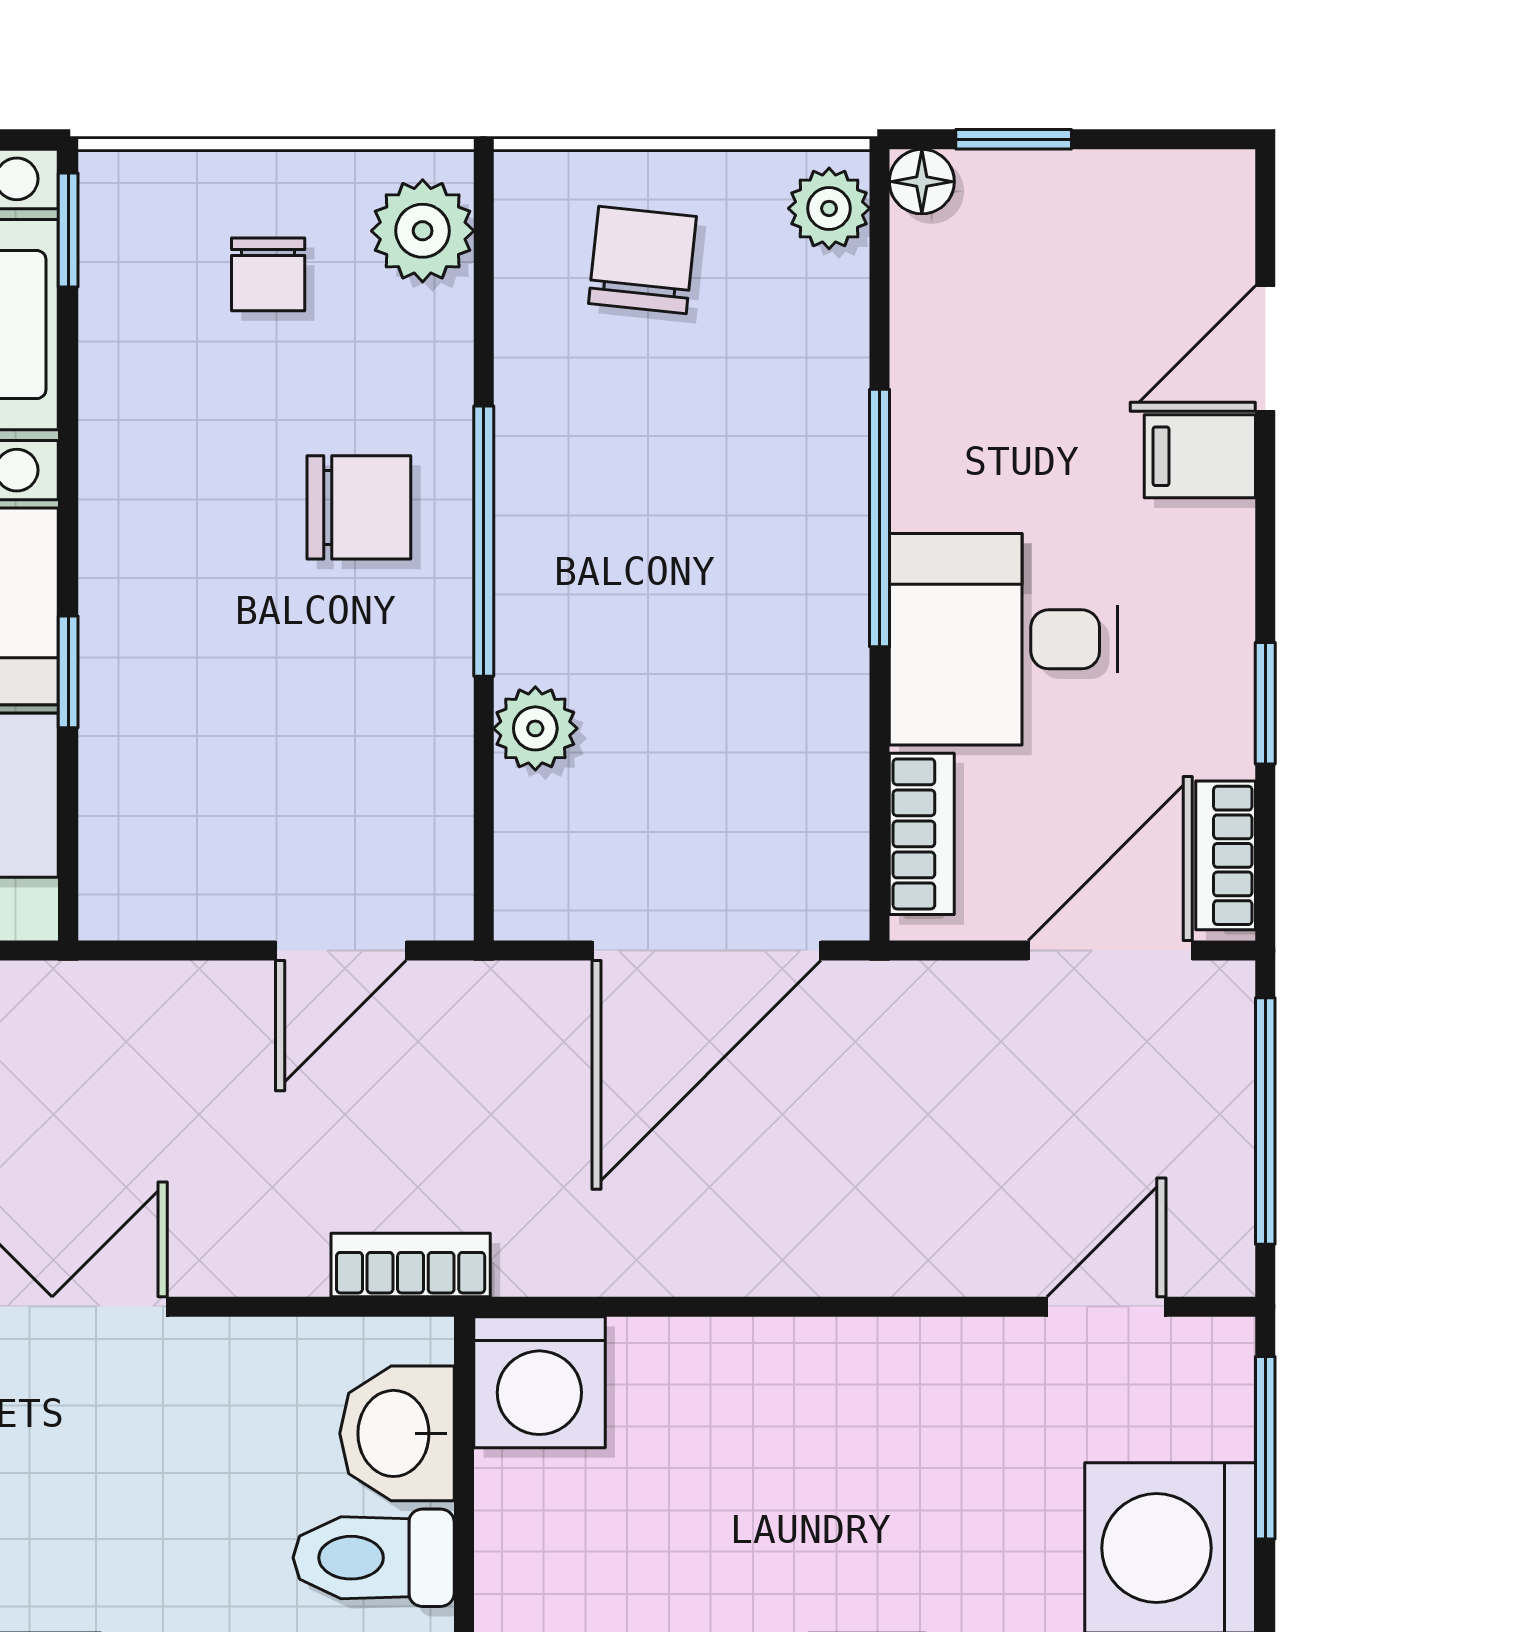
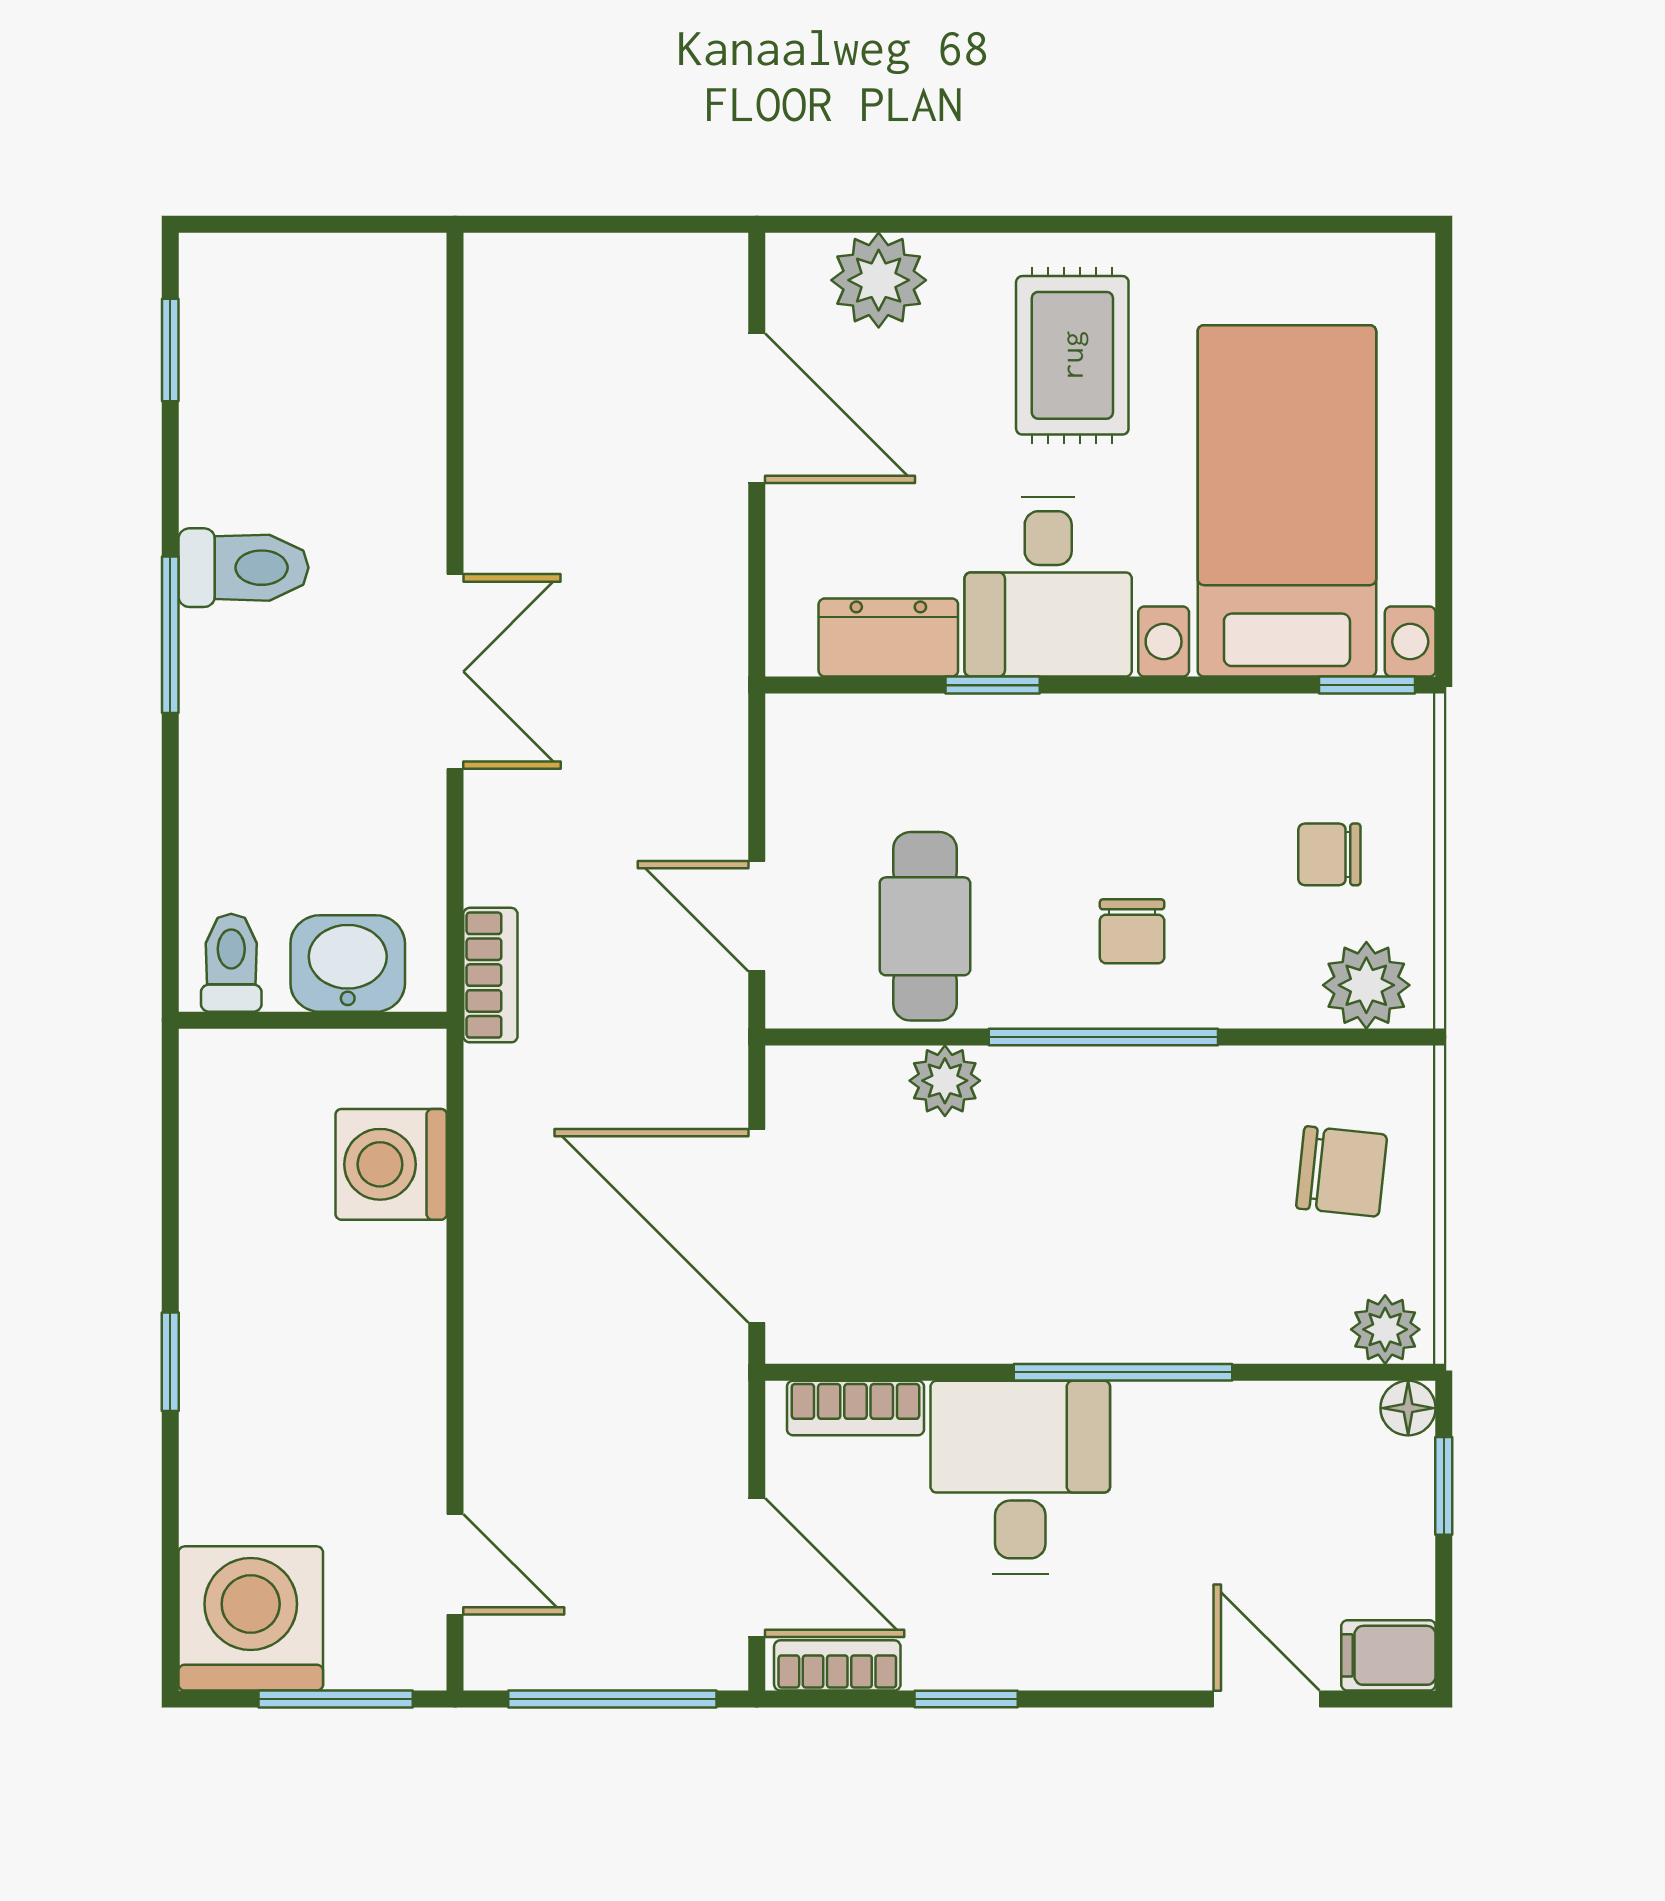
filing cabinet: (1200, 456) -> (1388, 1655), moved, turned -90
chair: (359, 507) -> (1132, 931), width x0.73, depth x0.73
cafe table: (353, 752) -> (925, 926), added
washing machine: (539, 1382) -> (391, 1164), moved
toilet: (374, 1558) -> (231, 963), width x0.73, depth x0.72

